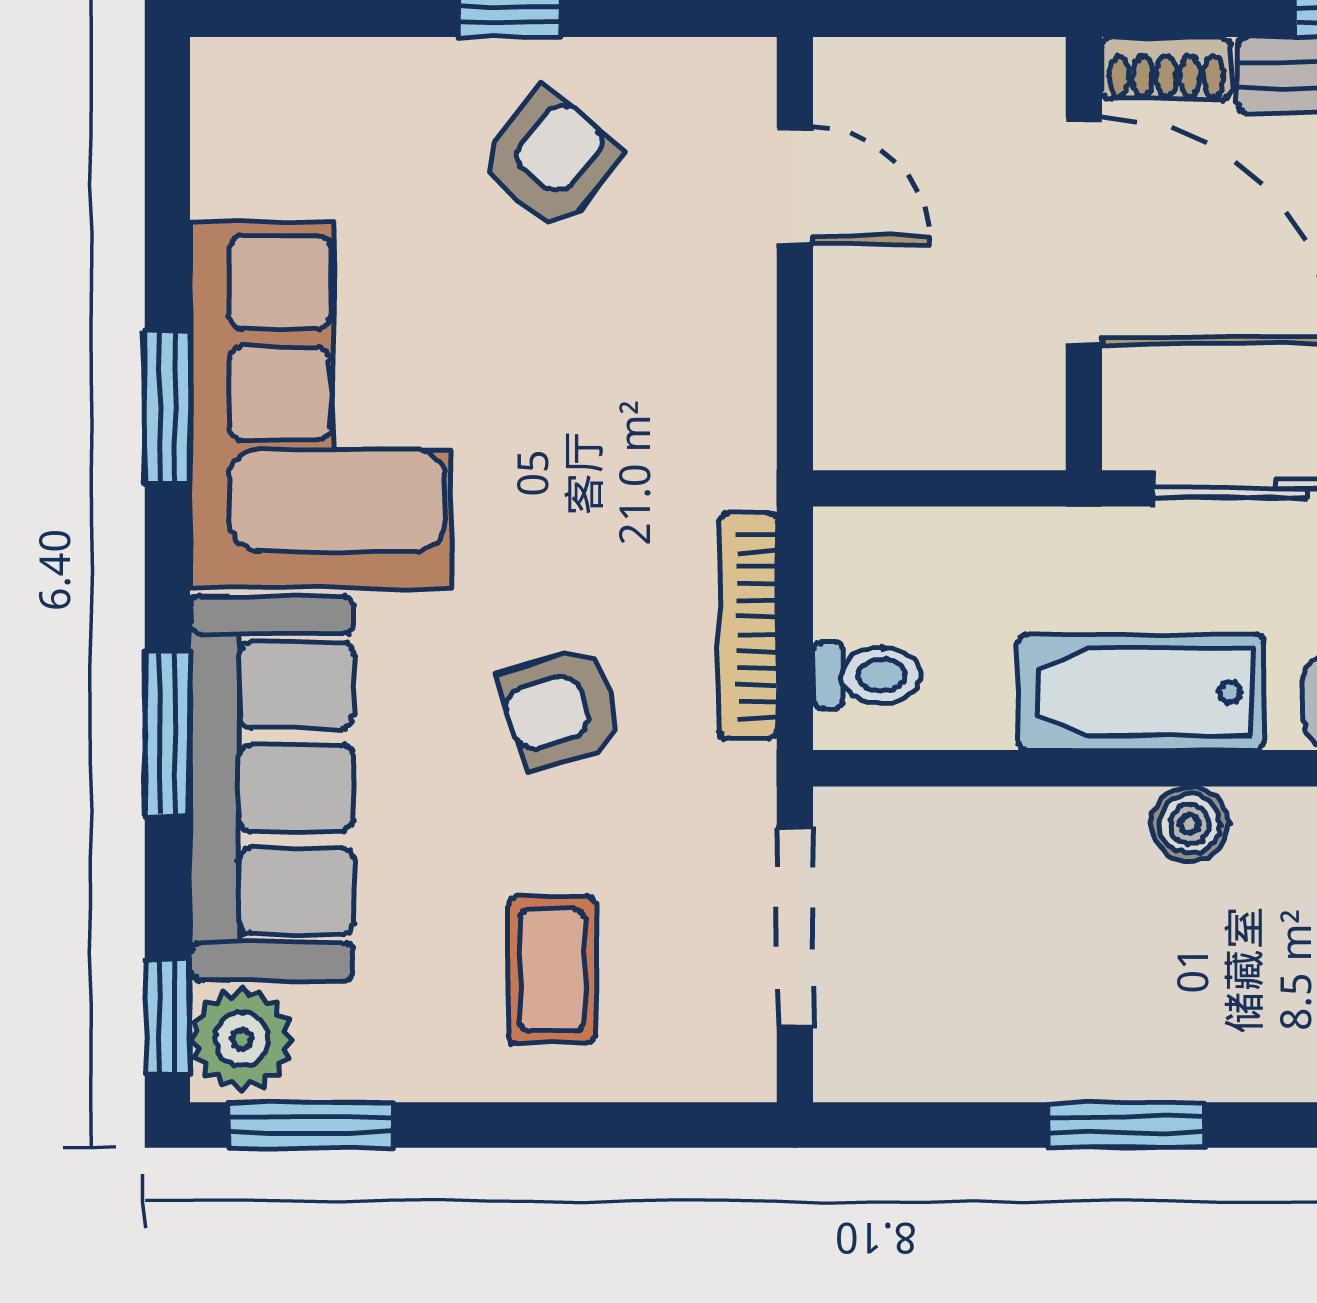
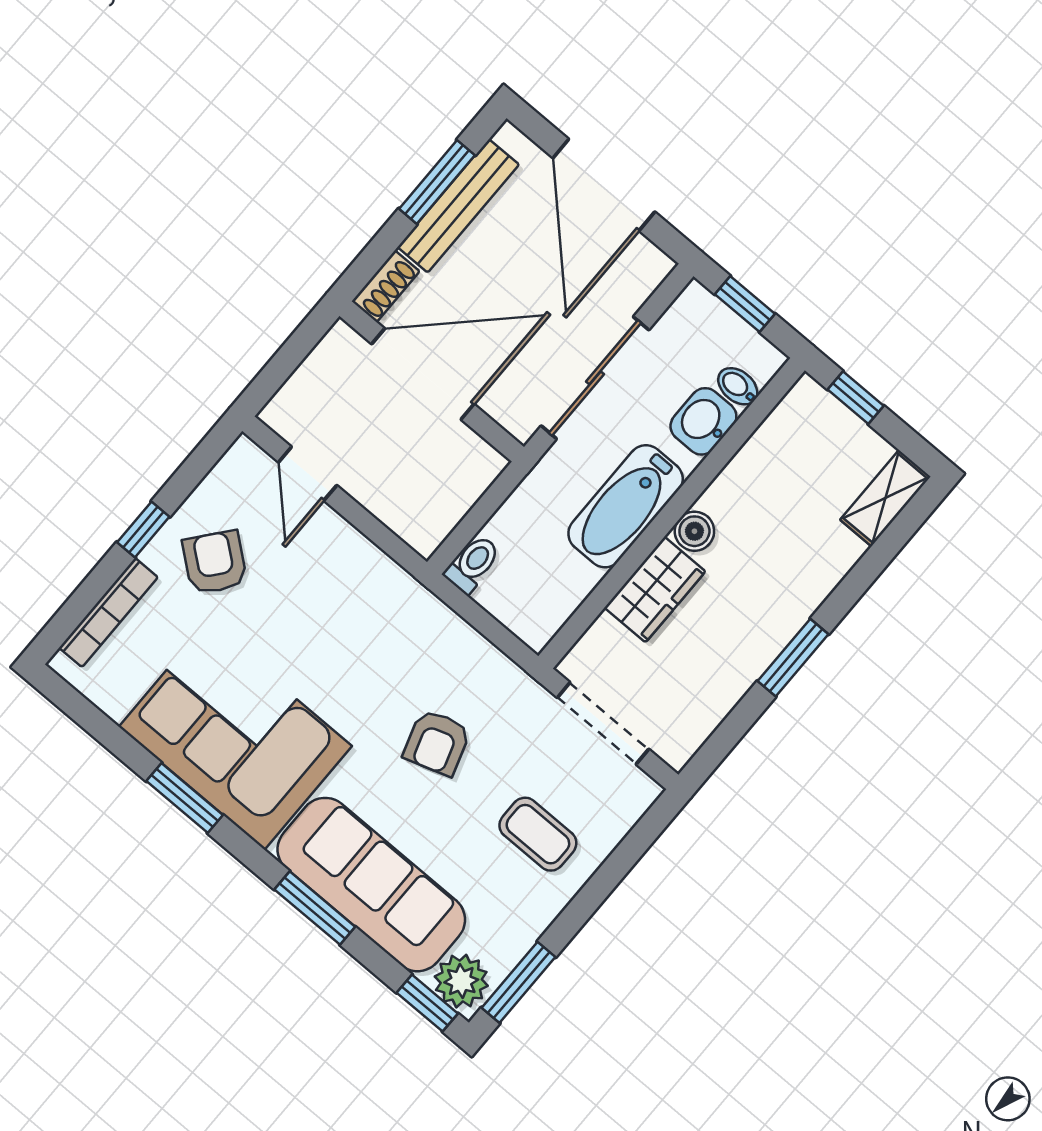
door: (795, 186) -> (308, 474), swing flipped
bookcase: (748, 626) -> (108, 612), moved, turned -90
toilet: (867, 675) -> (473, 564), moved
wardrobe: (1055, 838) -> (655, 589), added

